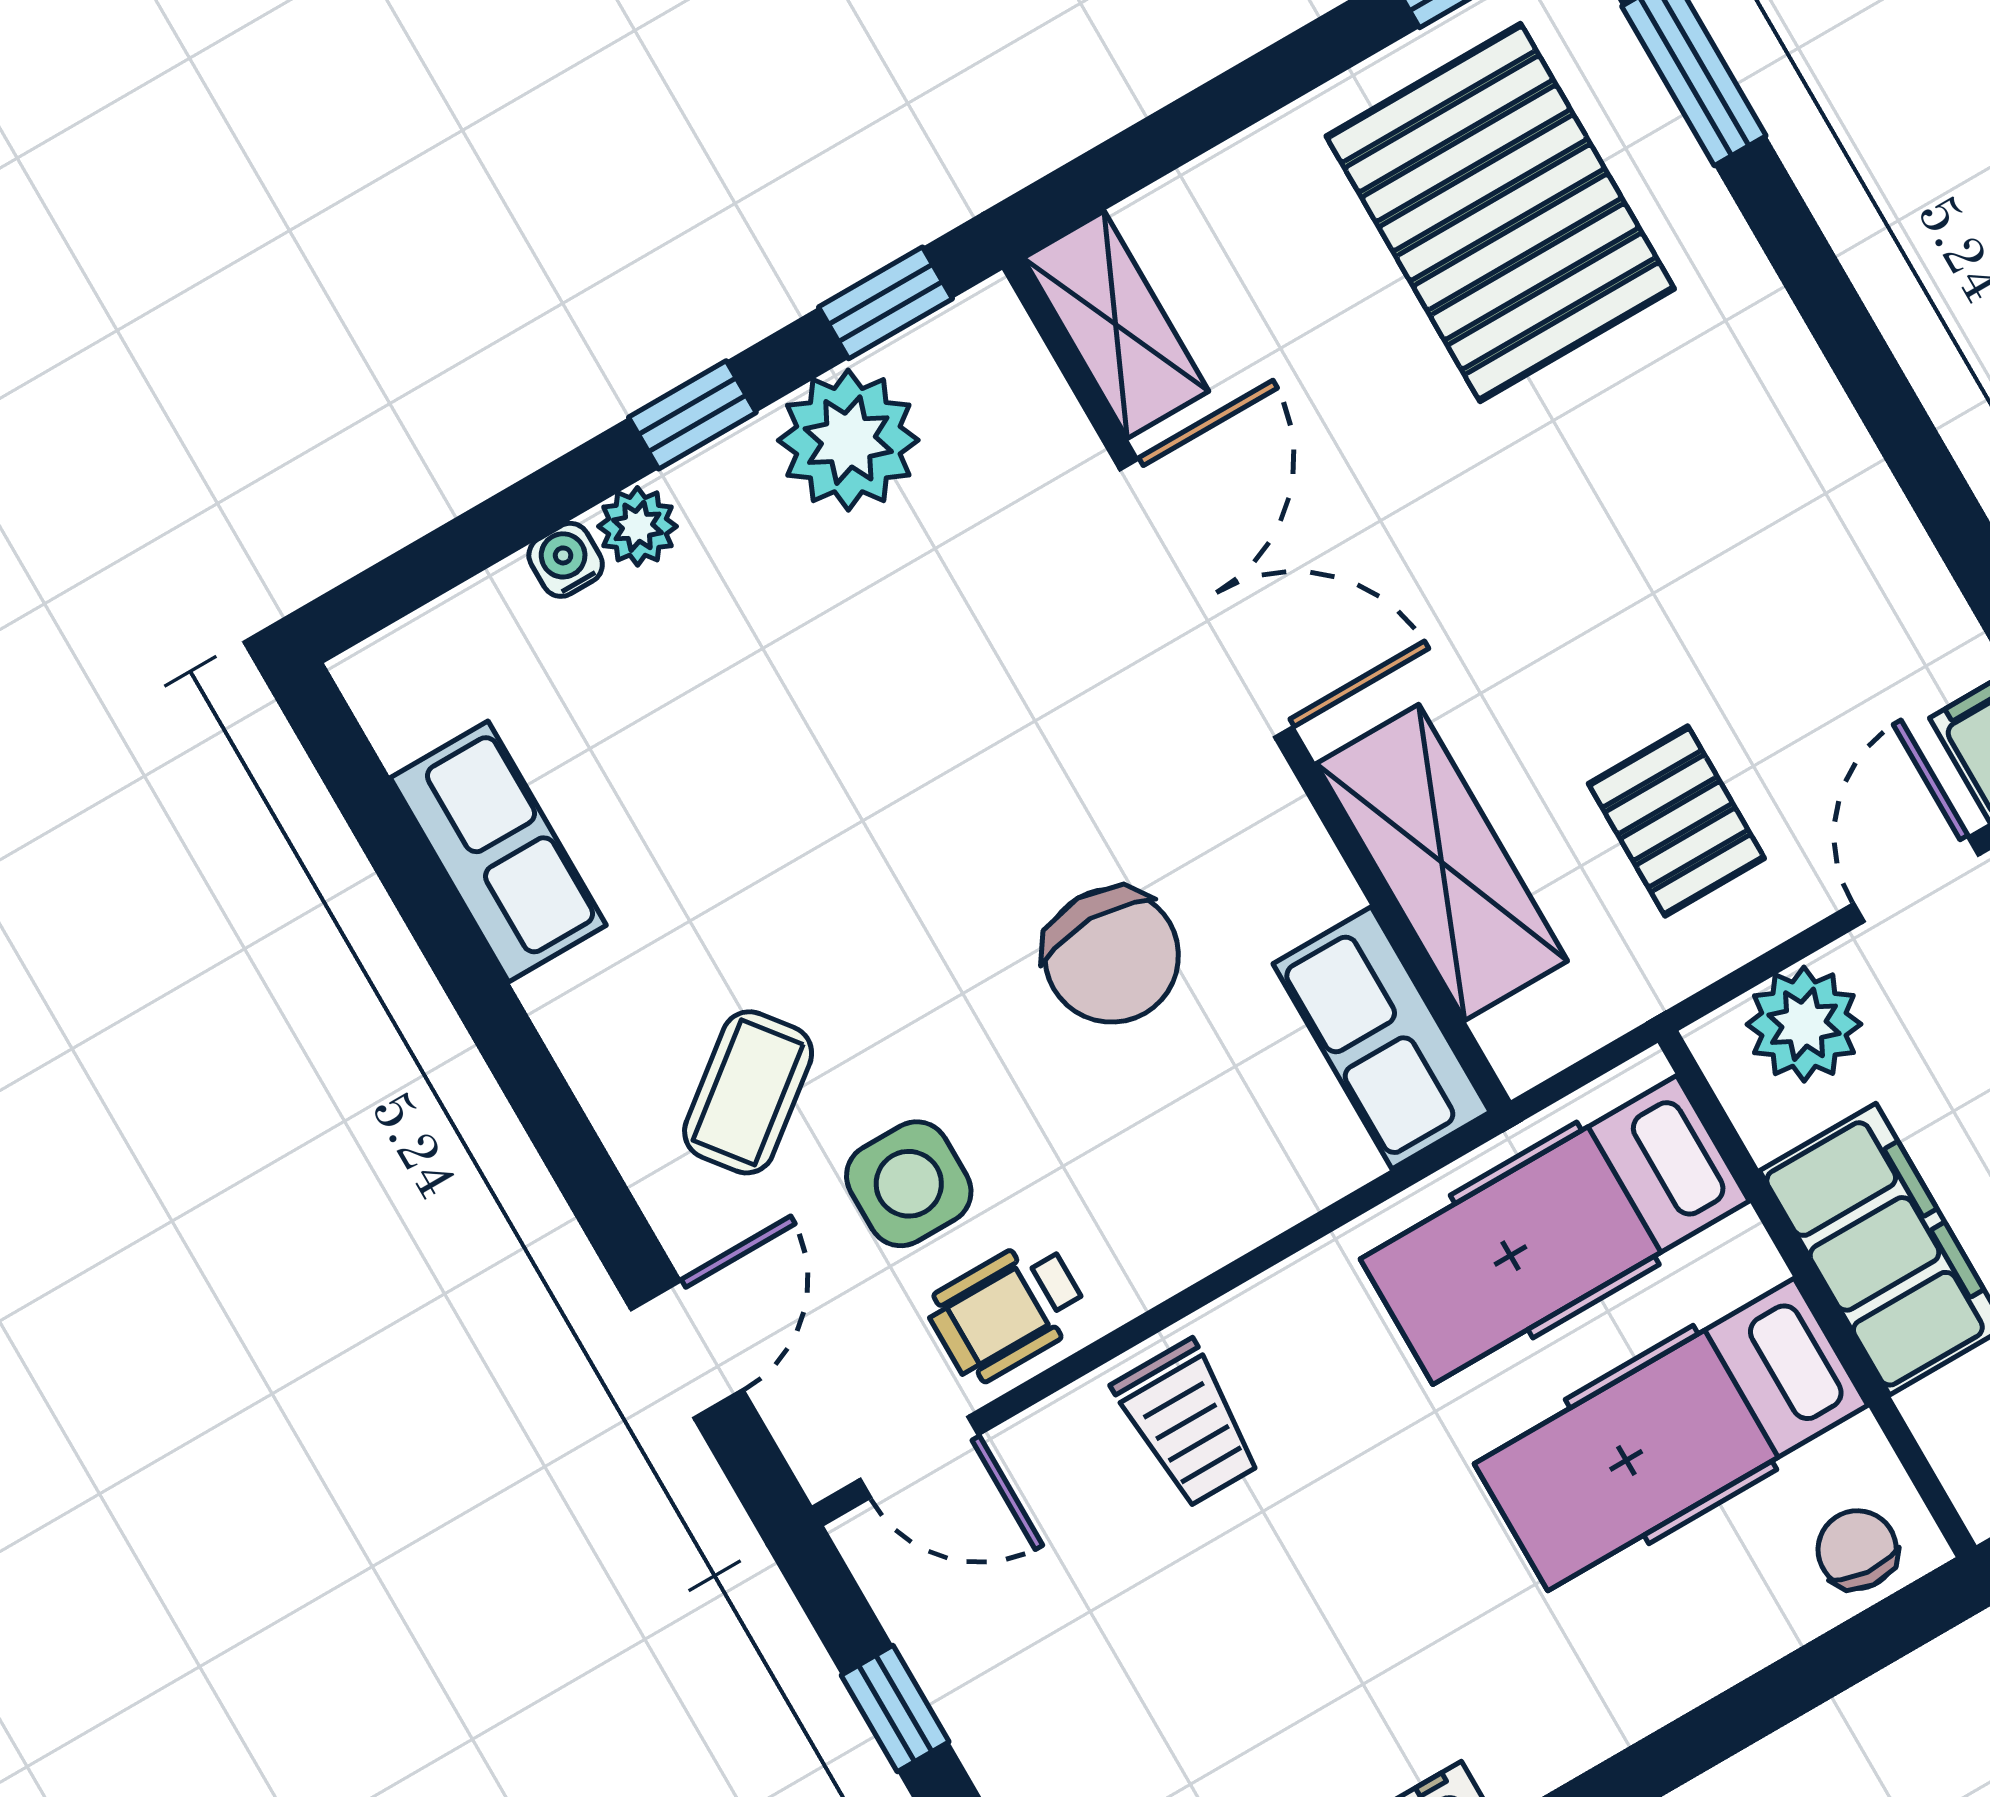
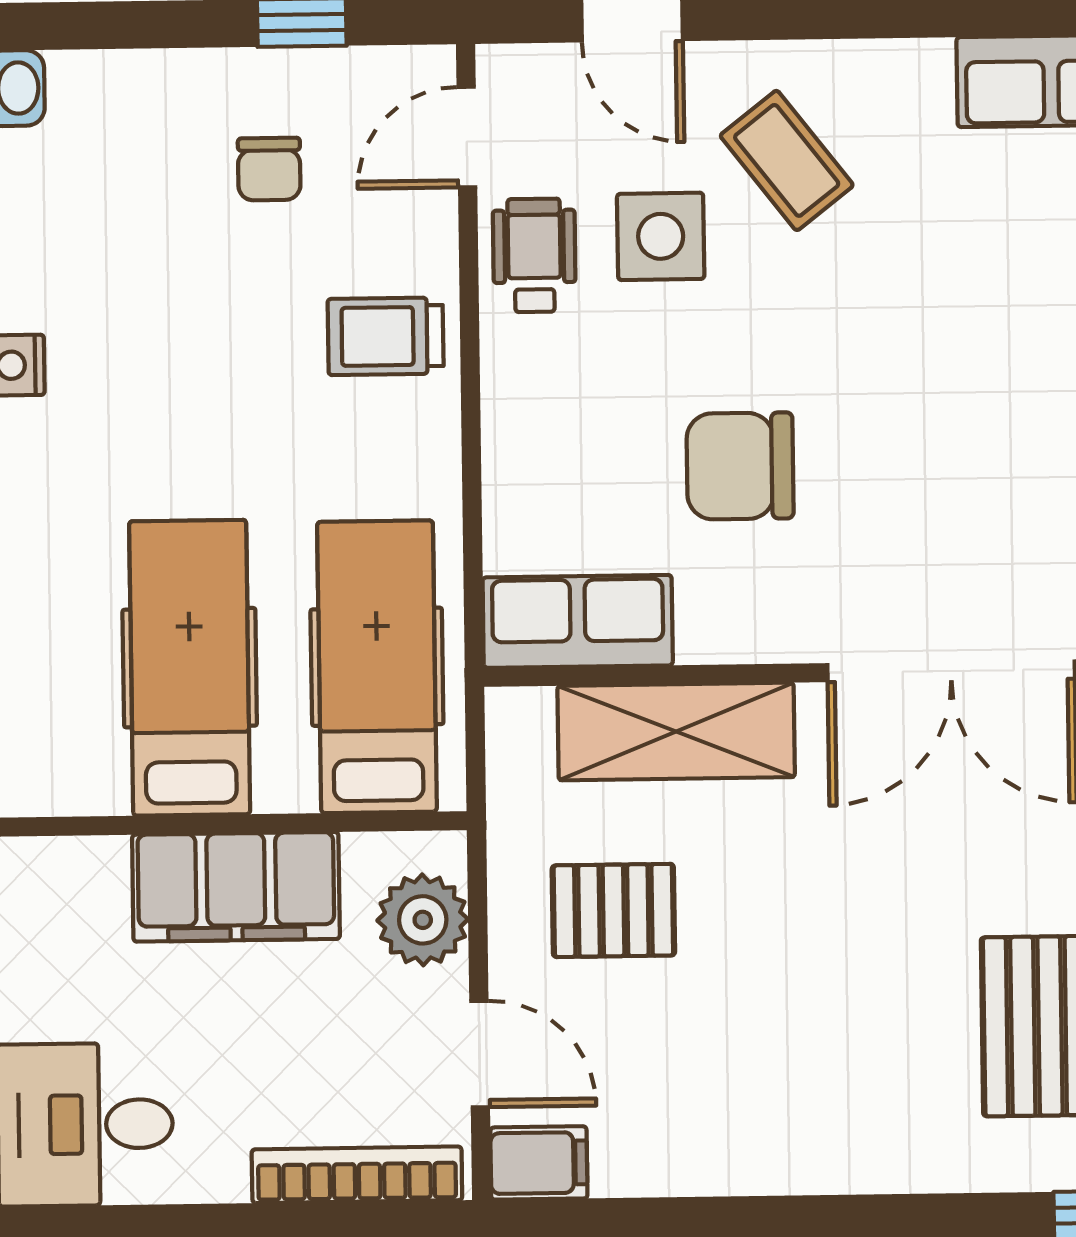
chair: (1857, 1550) -> (269, 169), moved, turned 85

